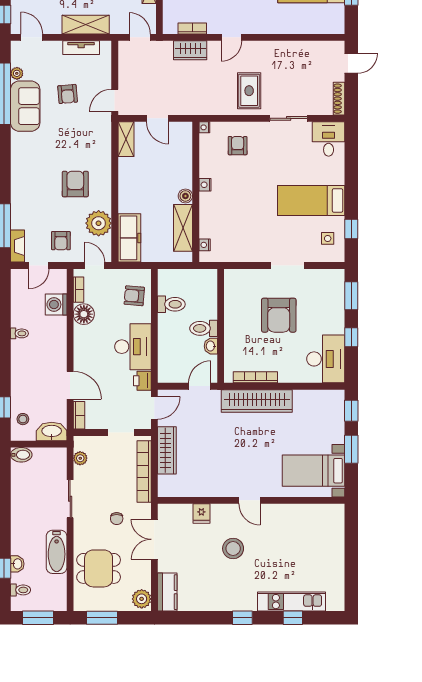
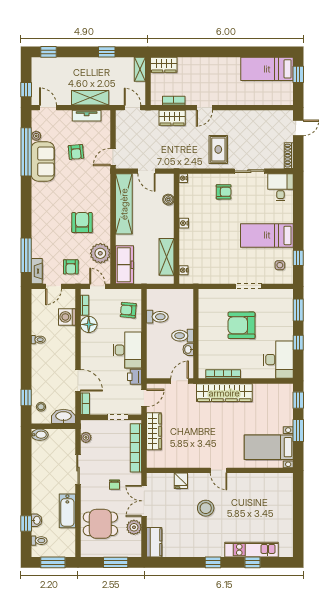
shelving: (126, 139) -> (124, 204), width x2.20, depth x1.33
armchair: (238, 146) -> (224, 192), moved, turned 90
boiler: (185, 196) -> (168, 200), moved
armchair: (279, 315) -> (241, 325), turned 90
plant: (142, 599) -> (134, 527), moved
window: (102, 618) -> (116, 562), moved

